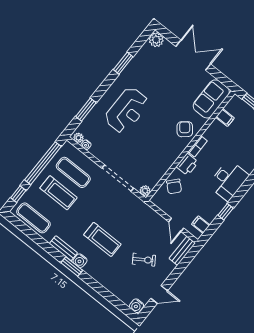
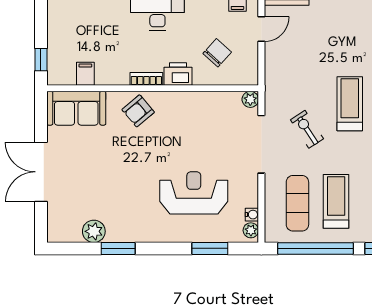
plant: (156, 40) -> (94, 231), moved
reception desk: (127, 110) -> (194, 193), moved
chair: (174, 186) -> (217, 53), moved
exercise bike: (144, 260) -> (307, 129), moved

